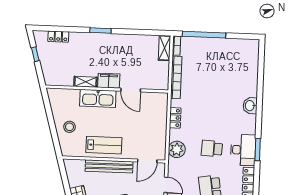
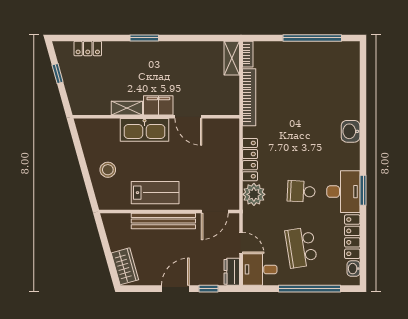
window: (204, 35) -> (312, 38), moved
locker: (175, 118) -> (250, 160), width x1.53

